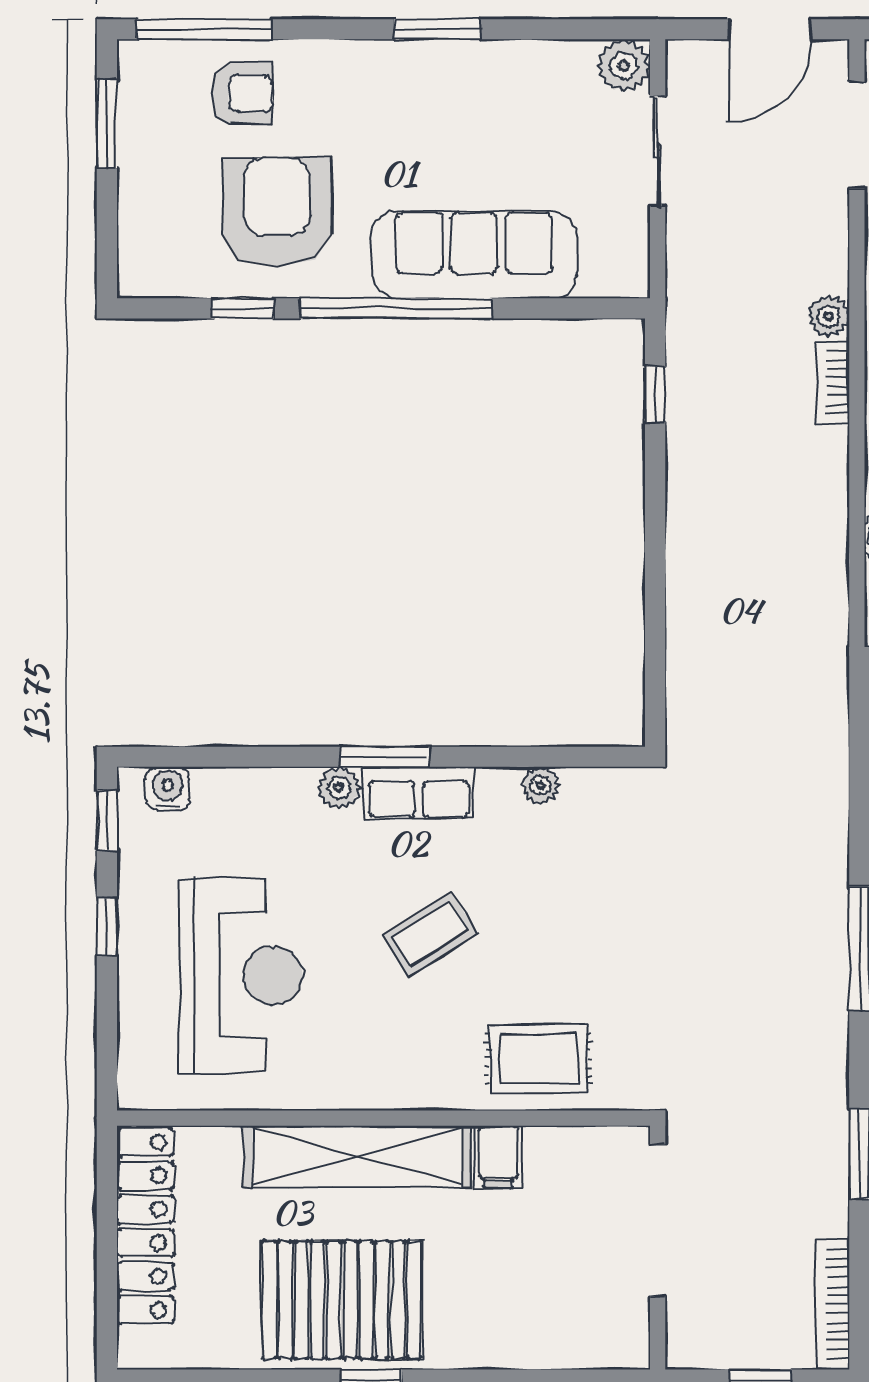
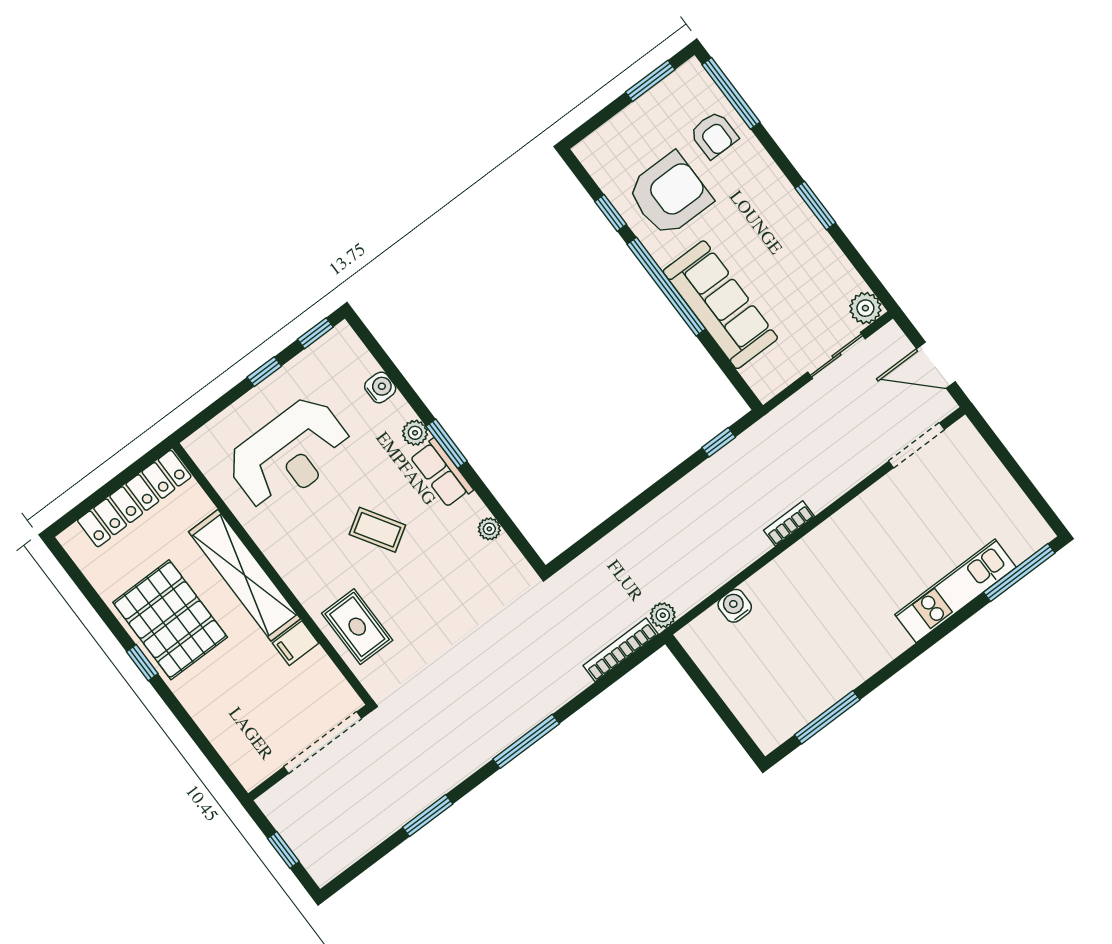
plant: (829, 316) -> (663, 615), moved
water cooler: (168, 789) -> (380, 387), moved
bookcase: (833, 1304) -> (621, 650), moved

